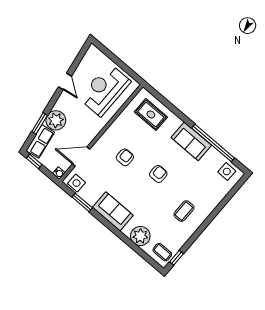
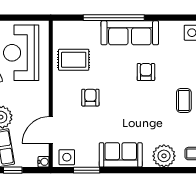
rug: (151, 114) -> (74, 60), moved
sofa: (191, 141) -> (130, 33), width x1.36
window: (213, 143) -> (114, 18), moved
armchair: (158, 174) -> (146, 72), moved

